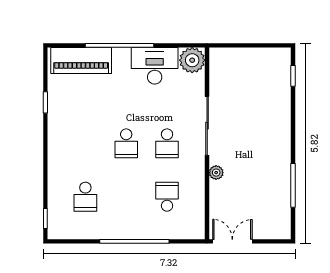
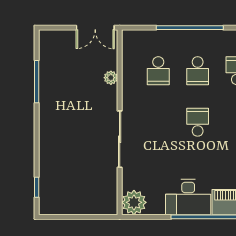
desk: (155, 66) -> (188, 197), moved
school desk: (167, 143) -> (198, 71), moved, turned 180
plant: (216, 173) -> (111, 78), moved

